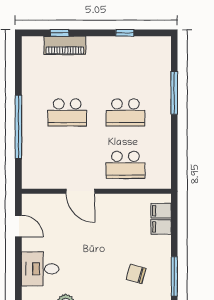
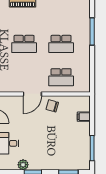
door: (80, 191) -> (32, 94), hinge flipped
filing cabinet: (161, 211) -> (84, 106), removed
chair: (136, 274) -> (52, 106), moved

